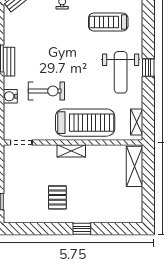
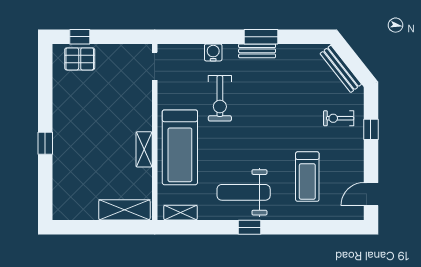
treadmill: (108, 22) -> (307, 177), turned 180
shelving: (71, 151) -> (144, 149), moved
pallet: (57, 197) -> (80, 59), moved

